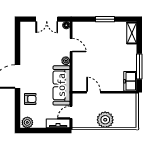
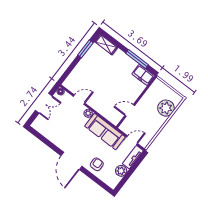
window: (105, 19) -> (85, 49), moved
door: (71, 112) -> (132, 140), swing flipped
plant: (105, 120) -> (166, 108), moved
plant: (27, 122) -> (121, 171), moved

